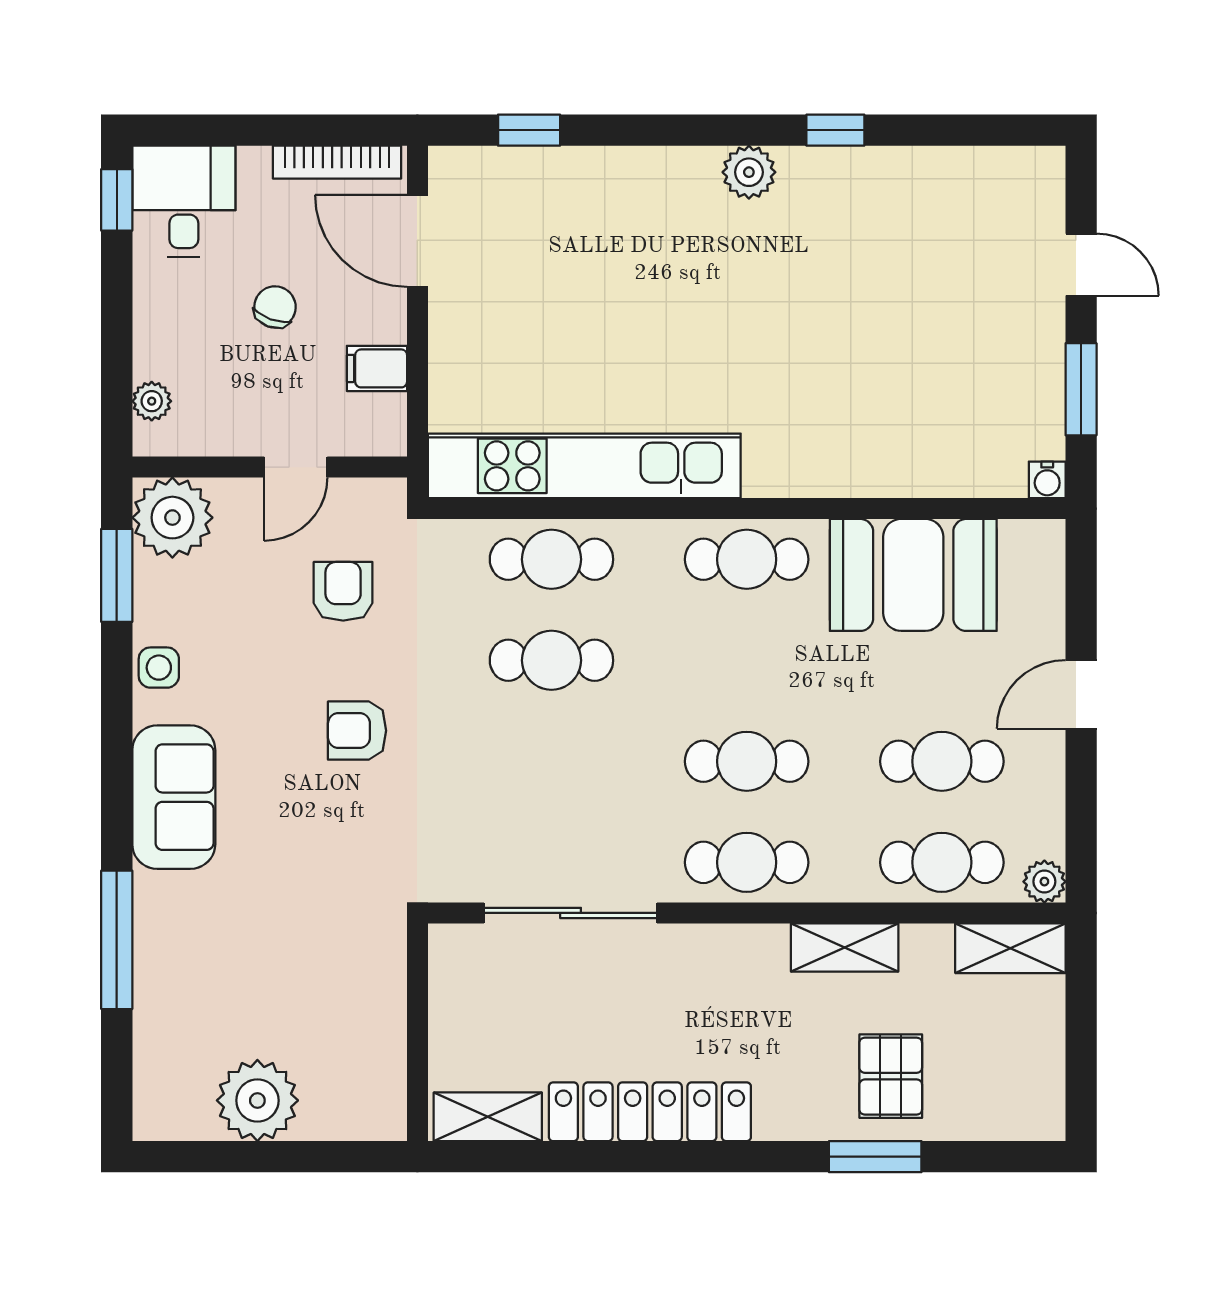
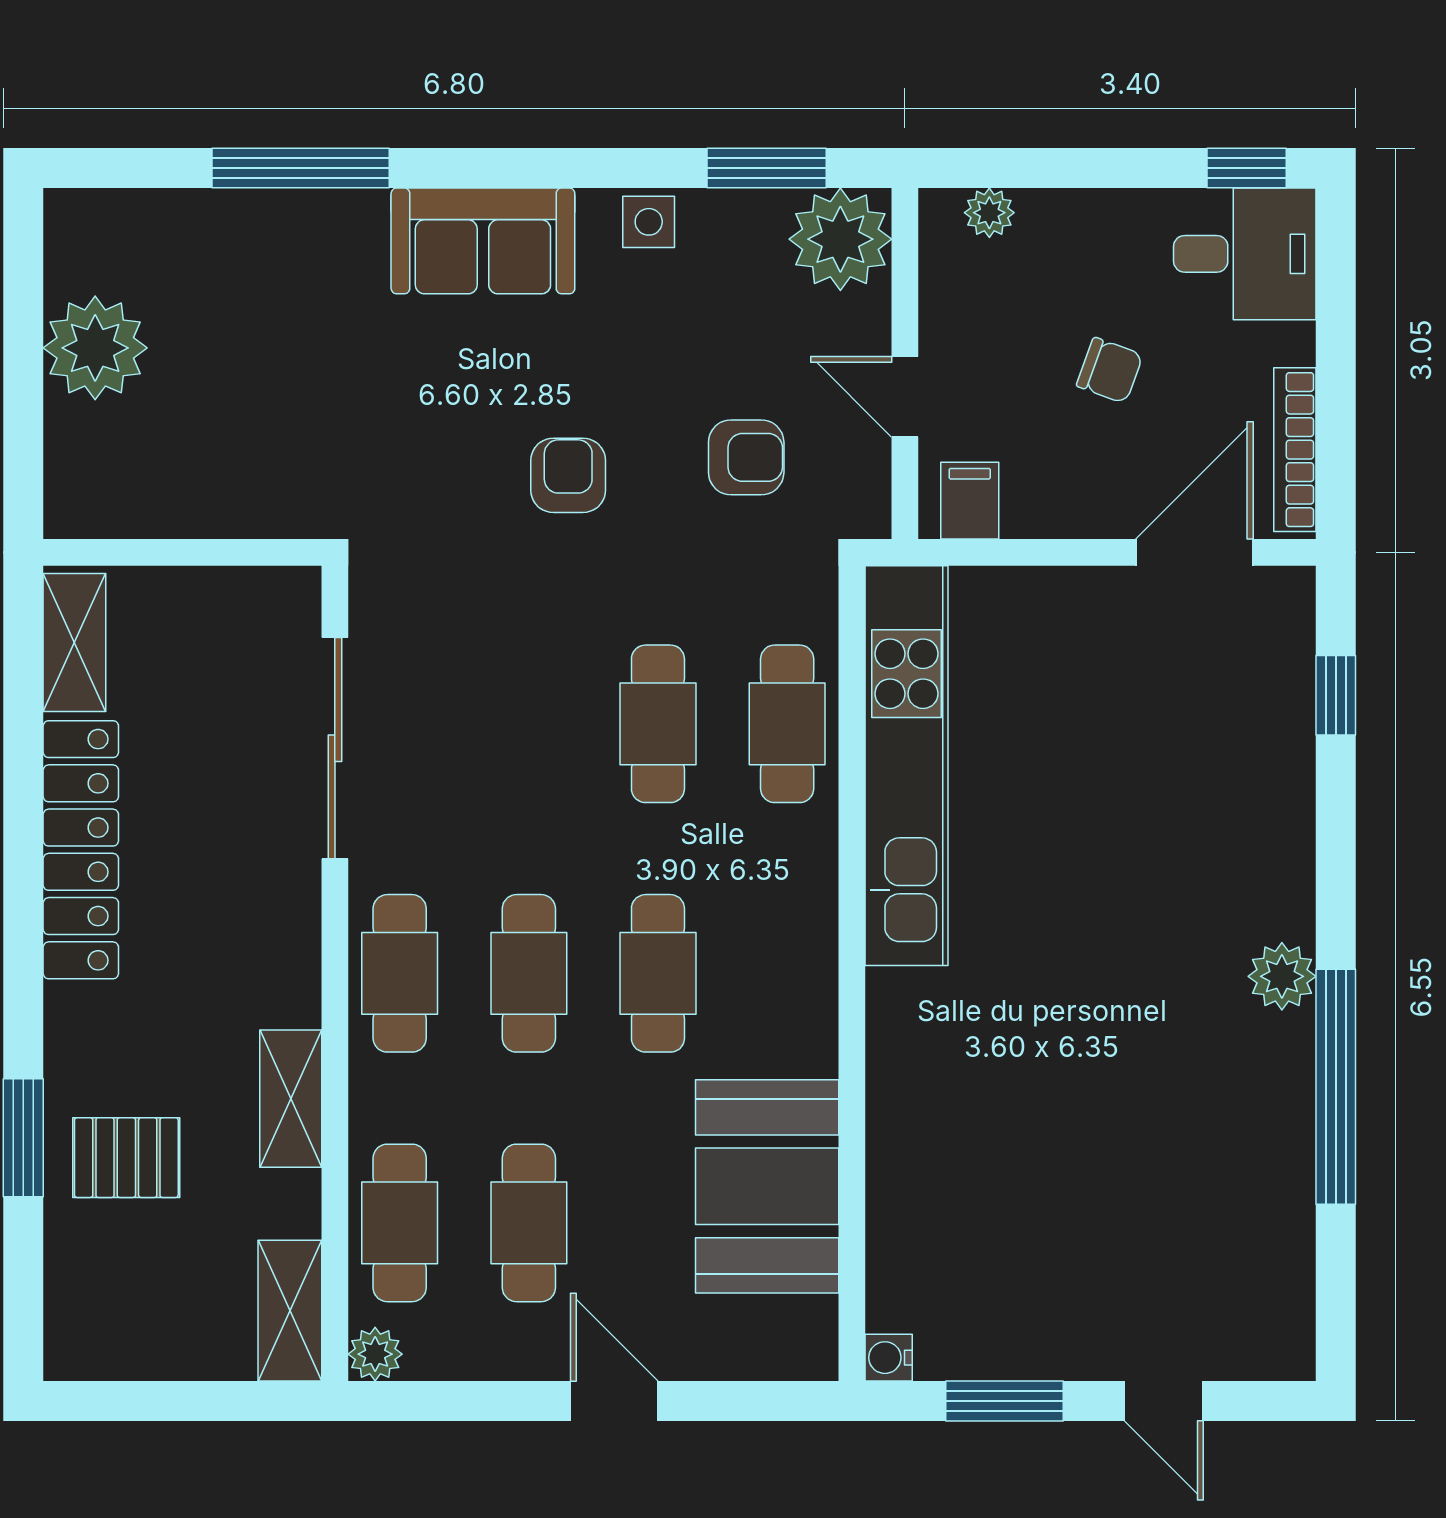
window: (835, 130) -> (1336, 1087), width x3.17
door: (1081, 265) -> (1164, 1401), hinge flipped
filing cabinet: (377, 368) -> (970, 501), moved
cafe table: (747, 559) -> (658, 973), moved

